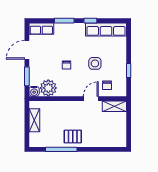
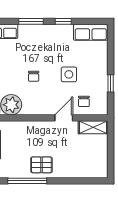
row of seats: (106, 29) -> (91, 32), width x0.68

